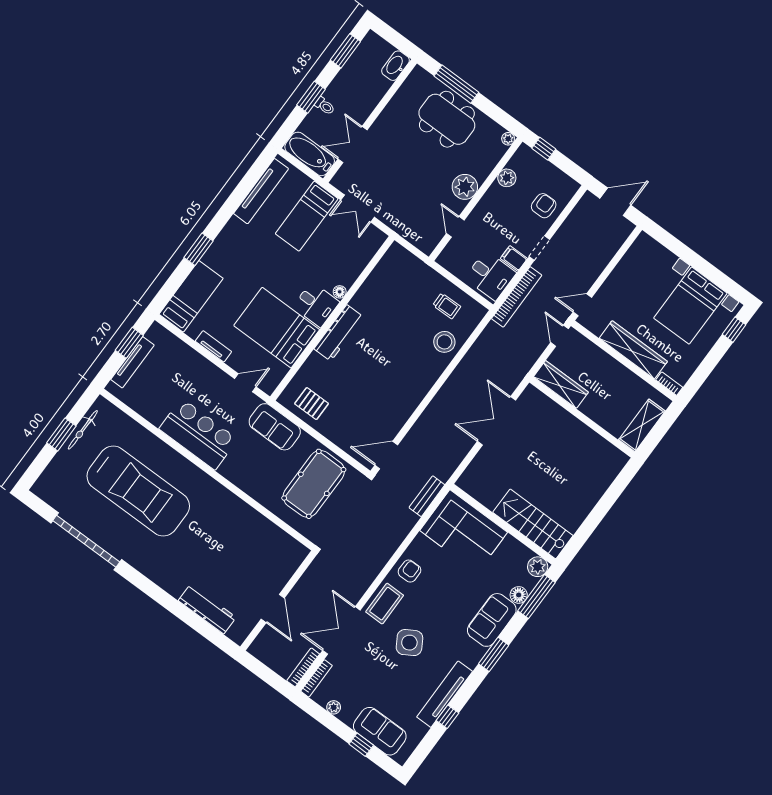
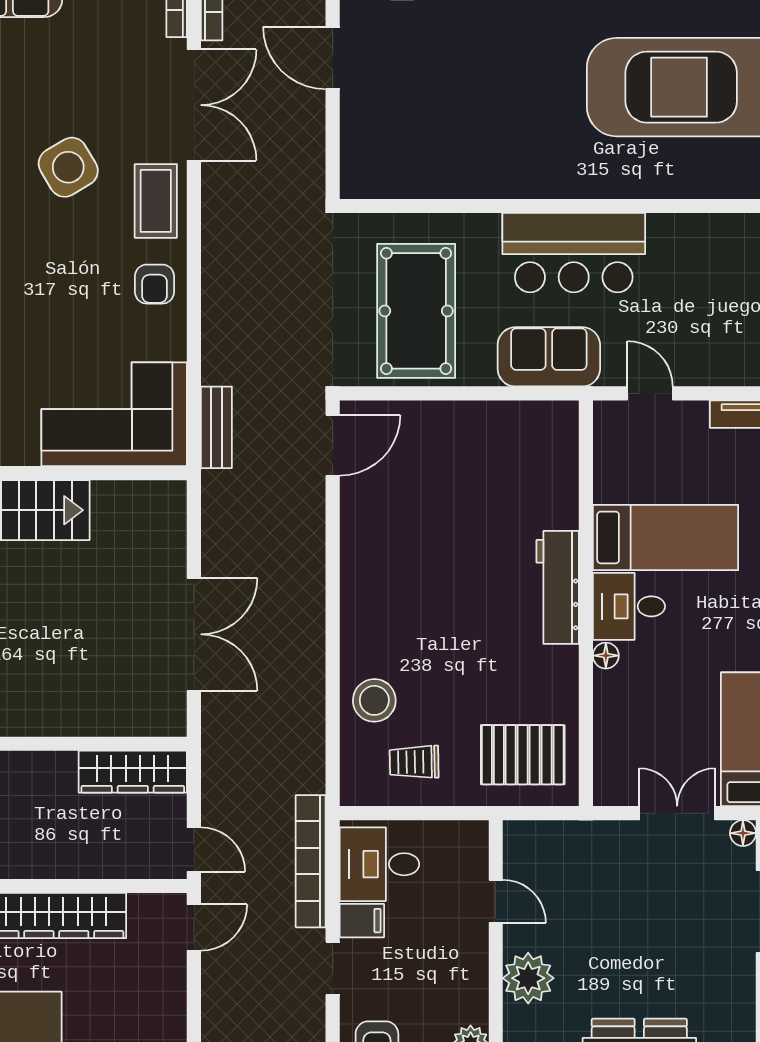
floor lamp: (337, 181) -> (743, 833), added
bed: (277, 328) -> (665, 537), width x0.67
door: (245, 383) -> (650, 393), swing flipped
pallet: (312, 404) -> (523, 755), moved, width x1.50, depth x1.42
bar counter: (198, 434) -> (574, 253), moved

